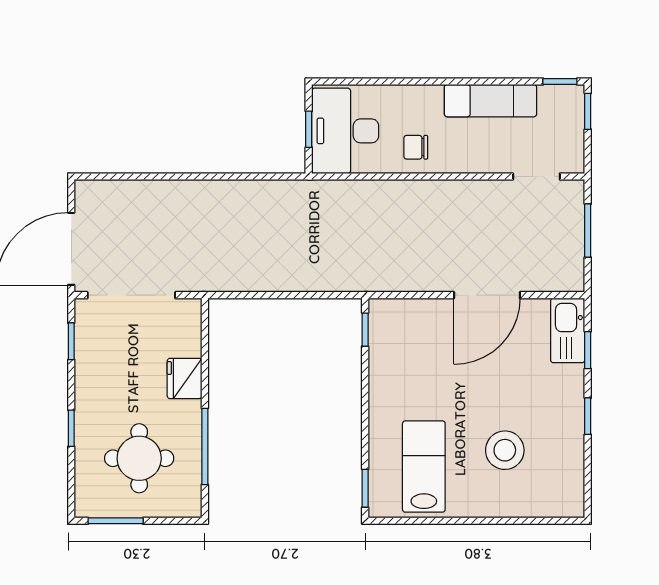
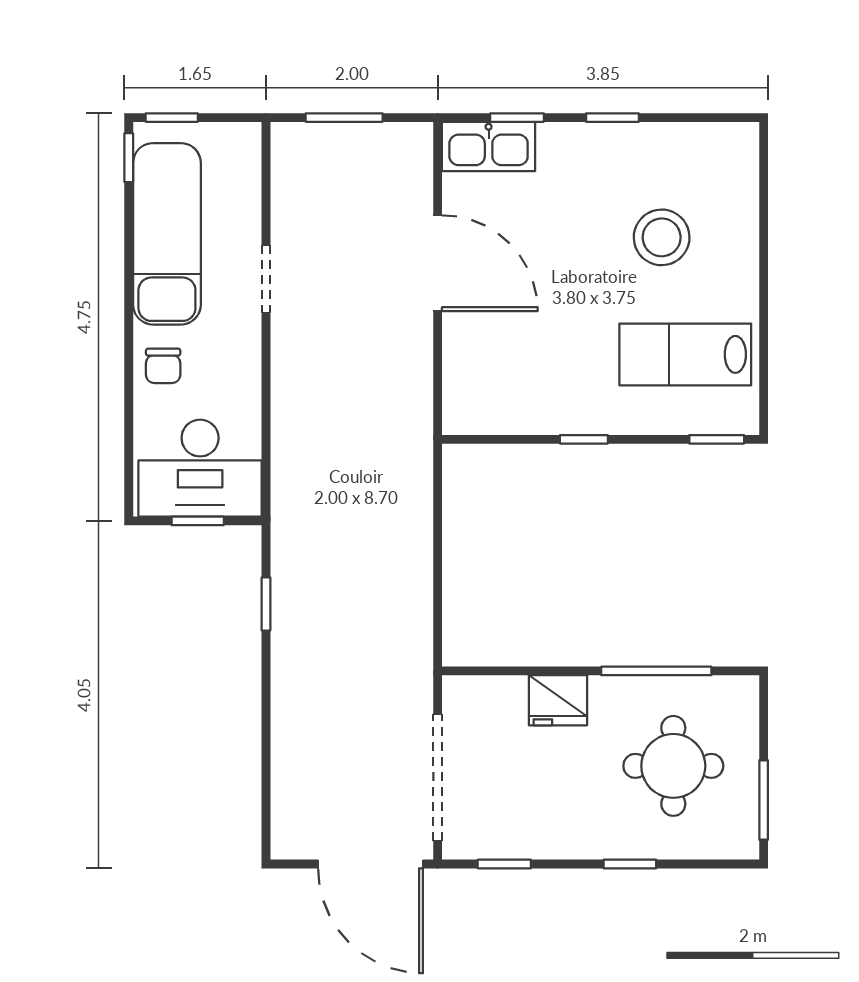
exam couch: (491, 101) -> (167, 234), width x1.36, depth x1.45
chair: (416, 147) -> (163, 366), moved
window: (251, 176) -> (266, 604), added
doorway: (536, 176) -> (266, 279), moved
window: (365, 330) -> (584, 439), moved

